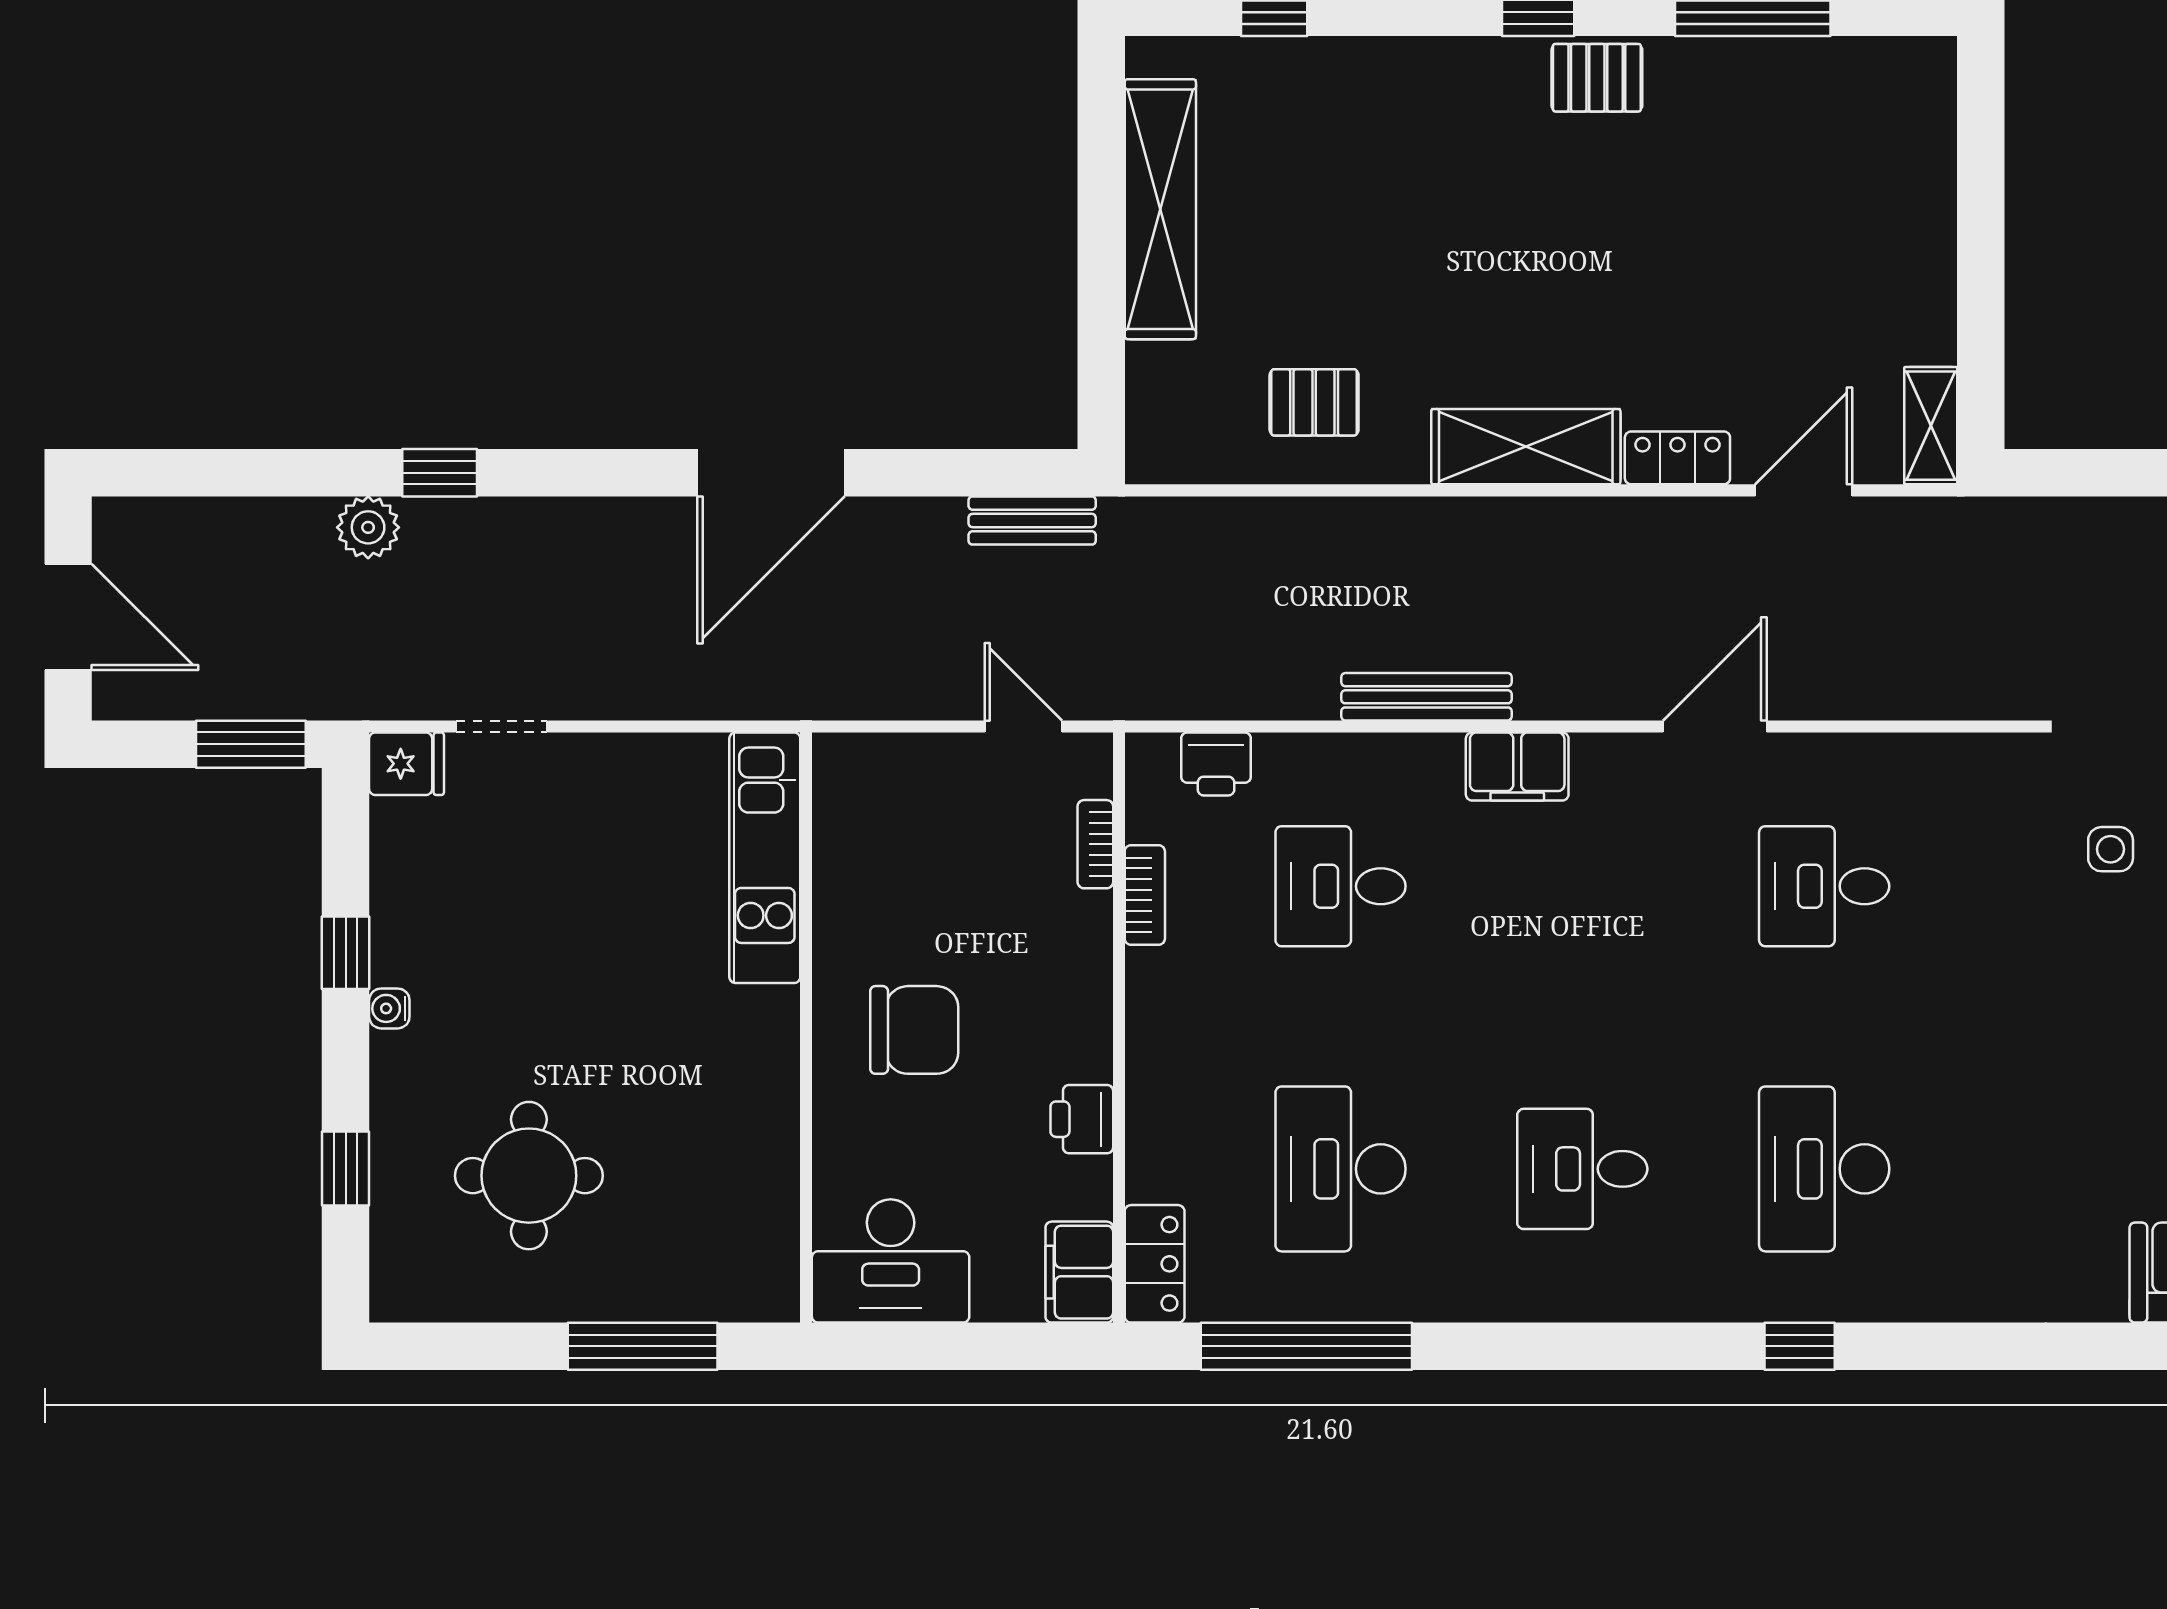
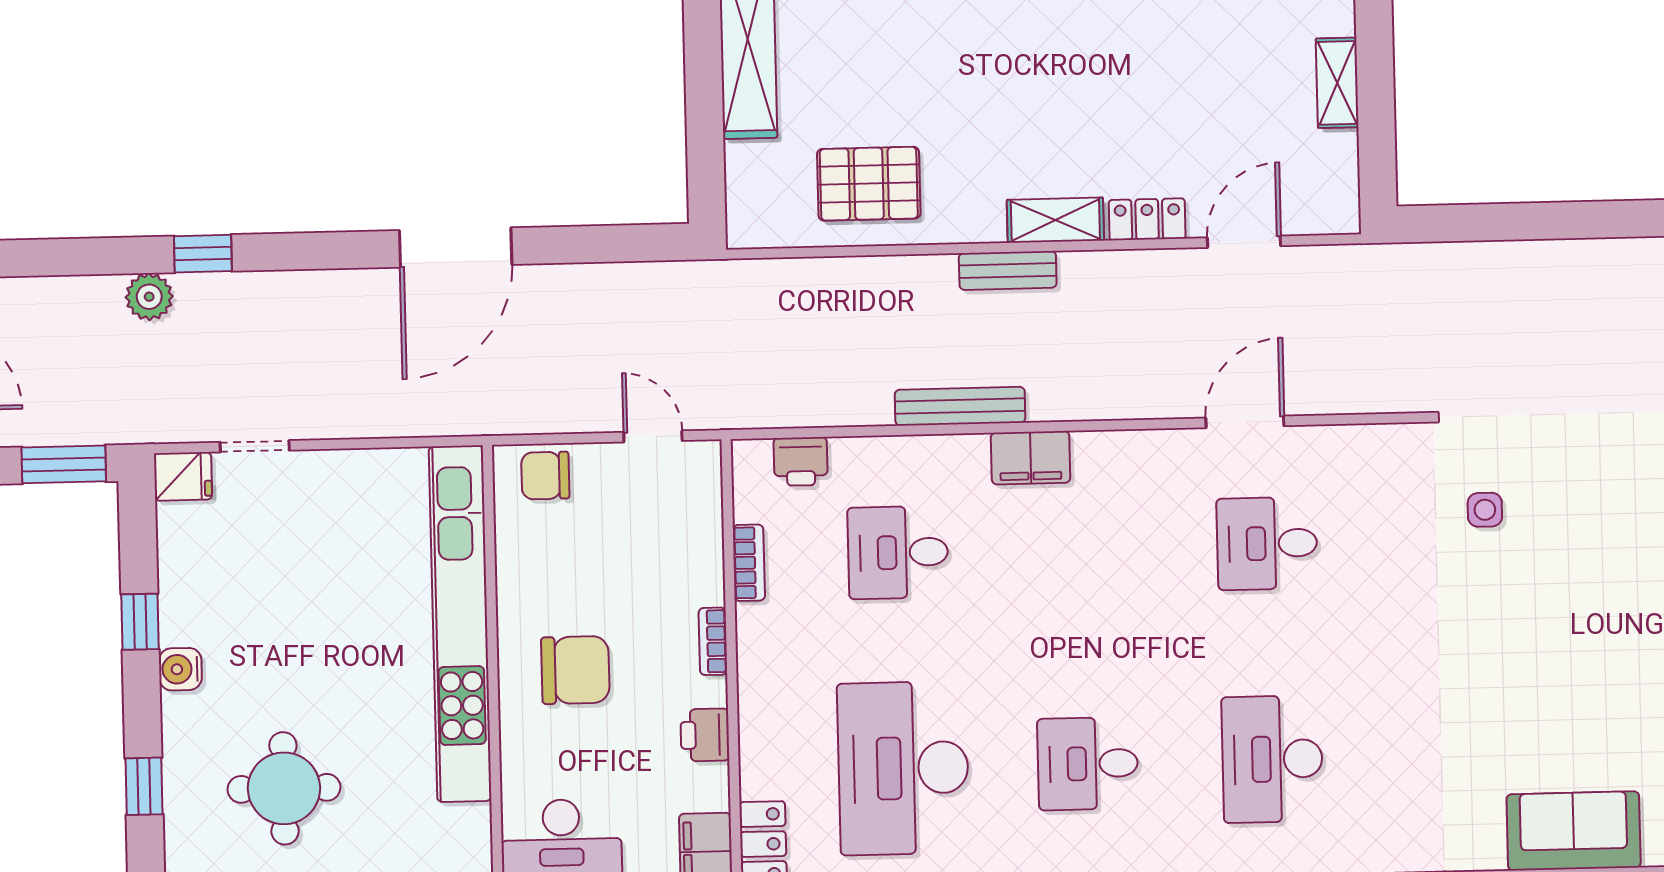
pallet: (1314, 402) -> (869, 184), width x1.50, depth x1.42
shelving: (1931, 426) -> (1337, 83), moved
shelving: (1526, 447) -> (1055, 220), width x0.67, depth x0.75
bench: (1032, 521) -> (1008, 270), moved
door: (1715, 726) -> (1245, 422), moved
chair: (881, 774) -> (545, 476), added
bookcase: (1095, 844) -> (713, 641), moved
kitchen unit: (765, 858) -> (460, 624), width x1.86
water cooler: (389, 1008) -> (180, 669), width x1.38, depth x1.38
desk: (1341, 1169) -> (903, 768), width x1.36, depth x1.30

